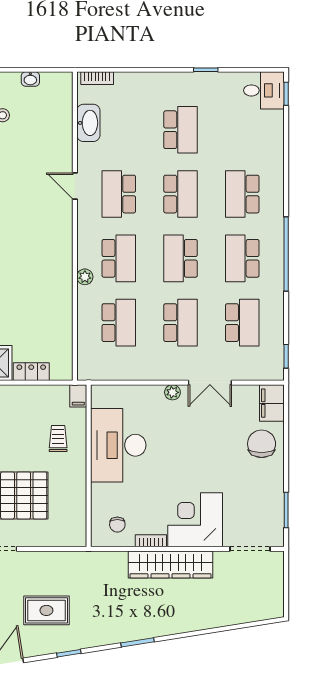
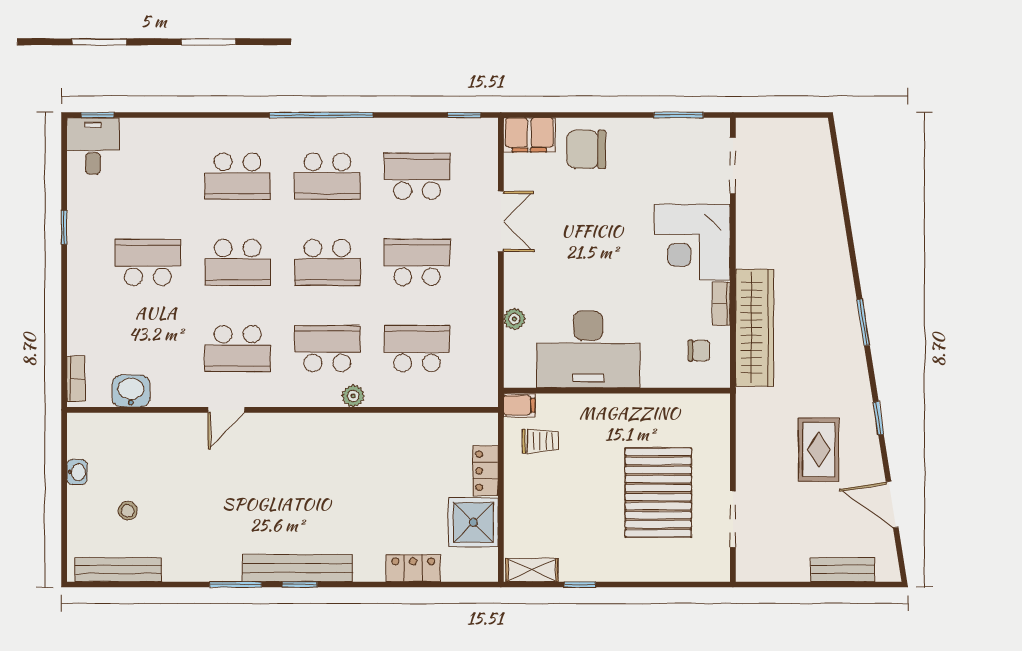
washbasin: (88, 123) -> (131, 391), width x0.72
school desk: (181, 194) -> (238, 262), turned 180
plant: (172, 392) -> (514, 319), moved
trolley: (58, 439) -> (541, 441), moved, turned 180
wardrobe: (170, 564) -> (755, 328), moved

